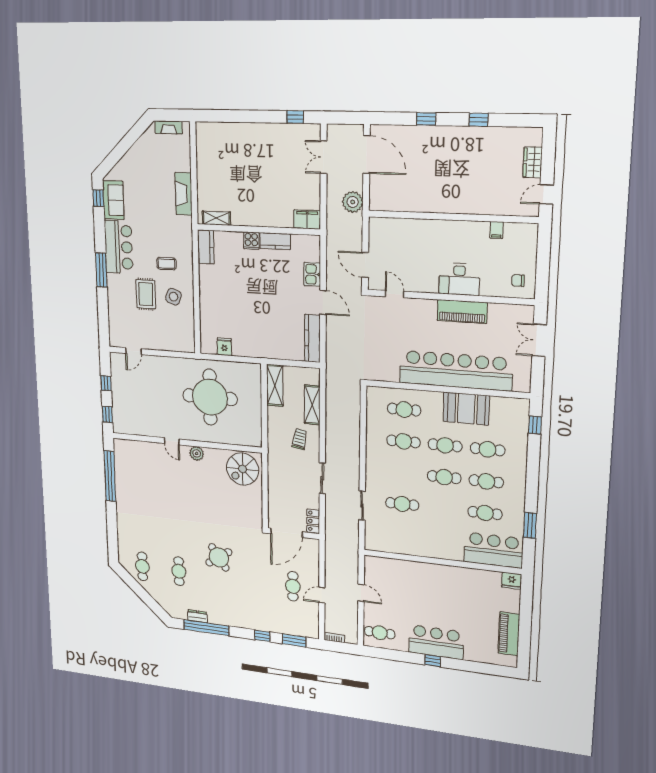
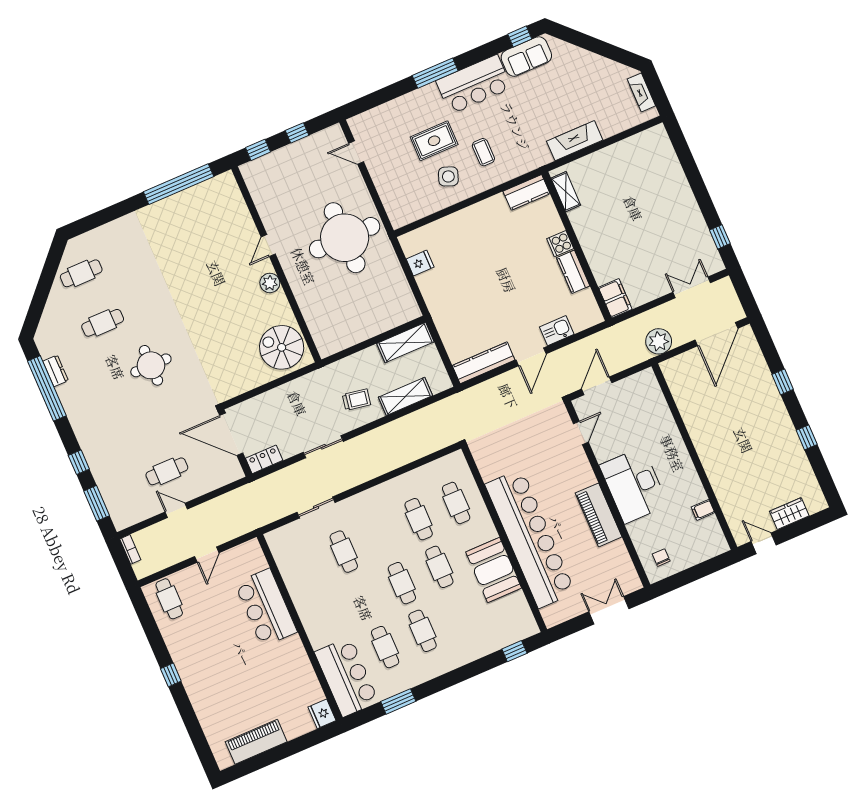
desk: (459, 279) -> (634, 485), width x1.36, depth x1.30
round table: (210, 397) -> (345, 238), moved
cafe table: (488, 449) -> (460, 615), removed
round table: (219, 557) -> (151, 365), turned 34
bar counter: (436, 642) -> (266, 608), moved, turned 180

